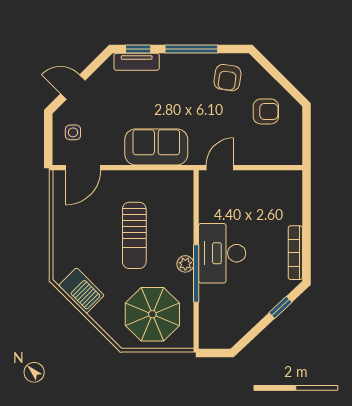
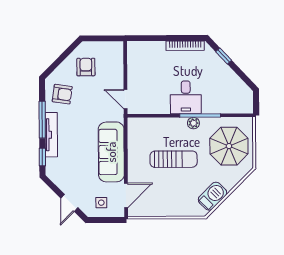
tv unit: (137, 62) -> (51, 135), moved, width x1.41
sofa: (156, 147) -> (111, 152), width x1.36
door: (83, 168) -> (126, 195), hinge flipped
desk: (222, 253) -> (186, 97), width x0.73

